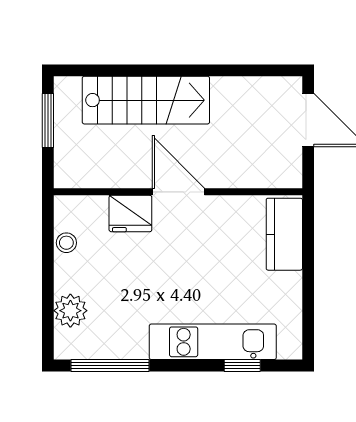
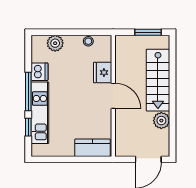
plant: (229, 93) -> (161, 121), added
door: (178, 192) -> (113, 96), hinge flipped
dishwasher: (129, 343) -> (39, 72), added
window: (110, 365) -> (28, 91), moved

